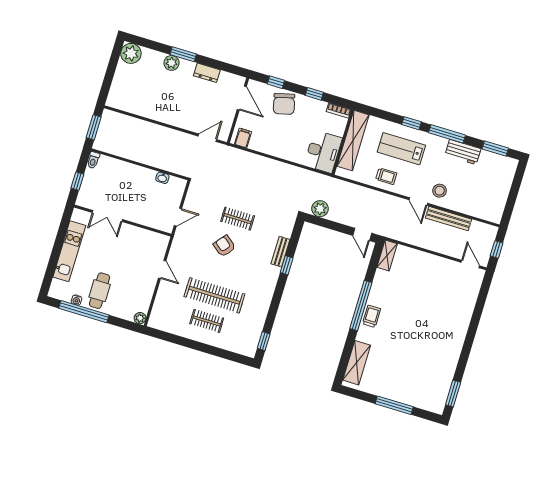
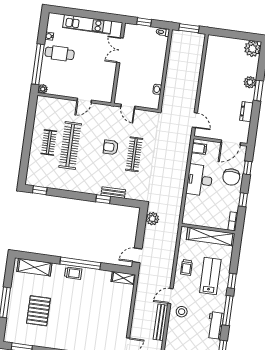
chair: (284, 104) -> (231, 177), turned -76
desk: (323, 152) -> (200, 180), moved, turned 90
clothes rail: (238, 219) -> (134, 154), width x1.36
armchair: (224, 246) -> (111, 147), turned -129
window: (84, 312) -> (38, 64), moved
pallet: (411, 366) -> (38, 311), added

